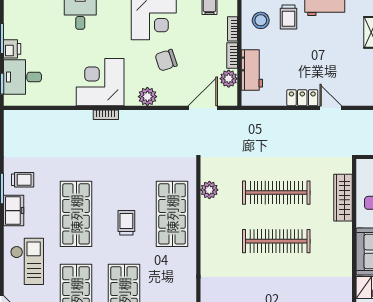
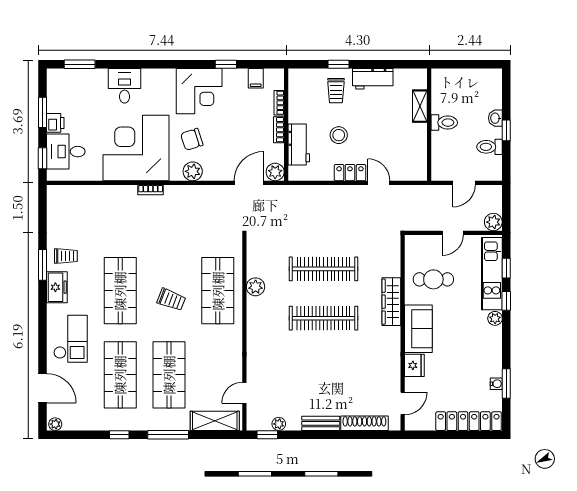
stool: (261, 20) -> (339, 135), moved
chair: (166, 60) -> (192, 139), moved
plant: (229, 79) -> (275, 172), moved
corner desk: (100, 82) -> (136, 148), width x1.36, depth x1.36
plant: (209, 190) -> (256, 287), moved
wardrobe: (343, 198) -> (391, 302), moved
trolley: (126, 223) -> (171, 300), turned 111

